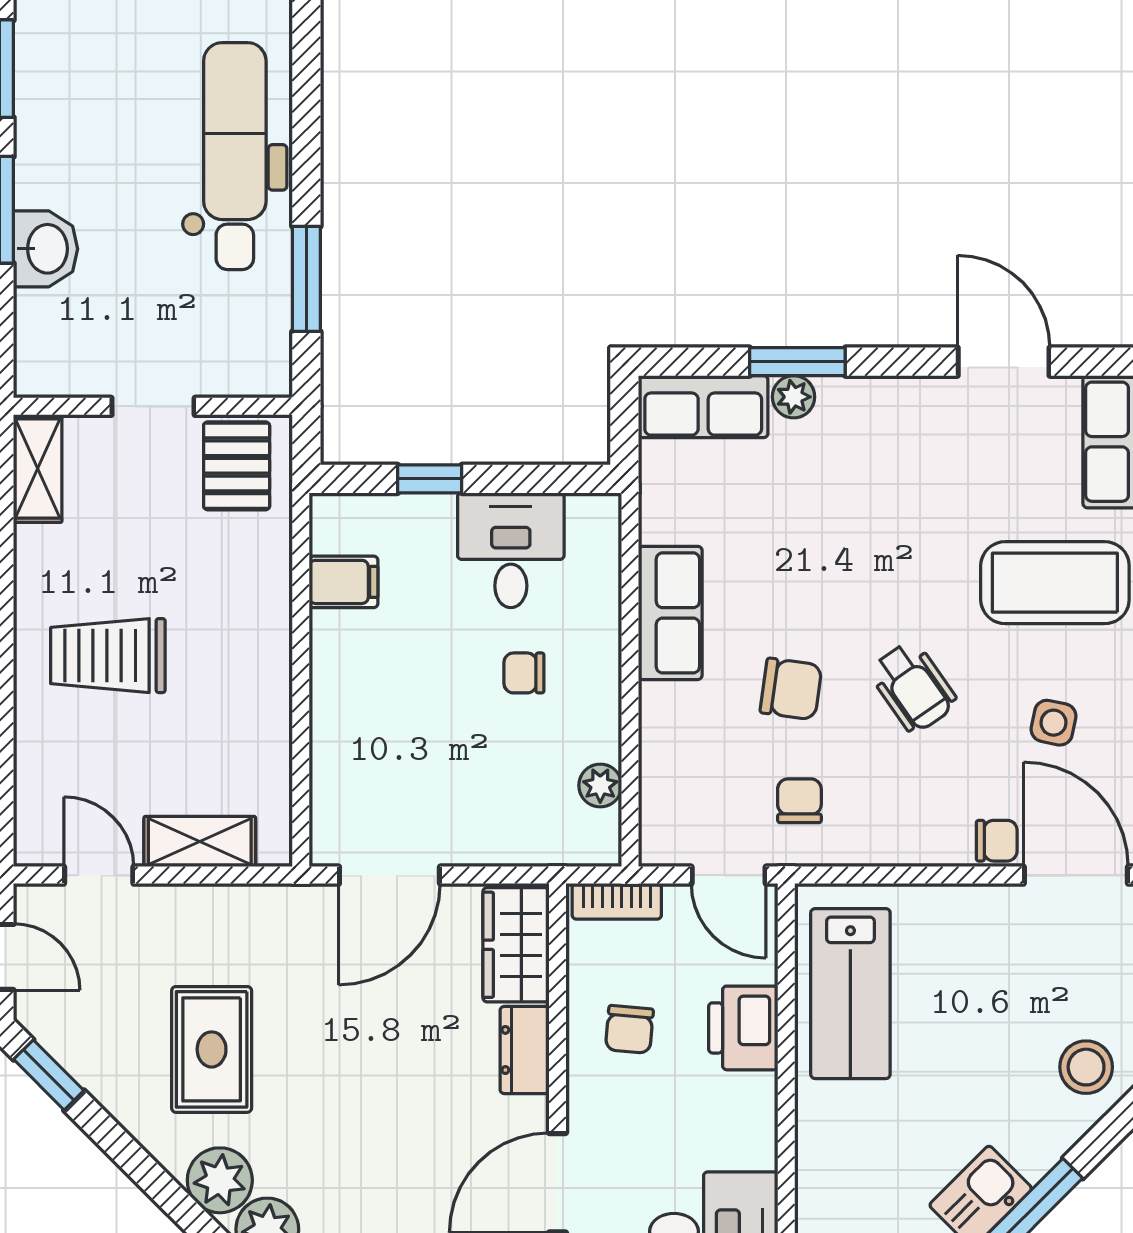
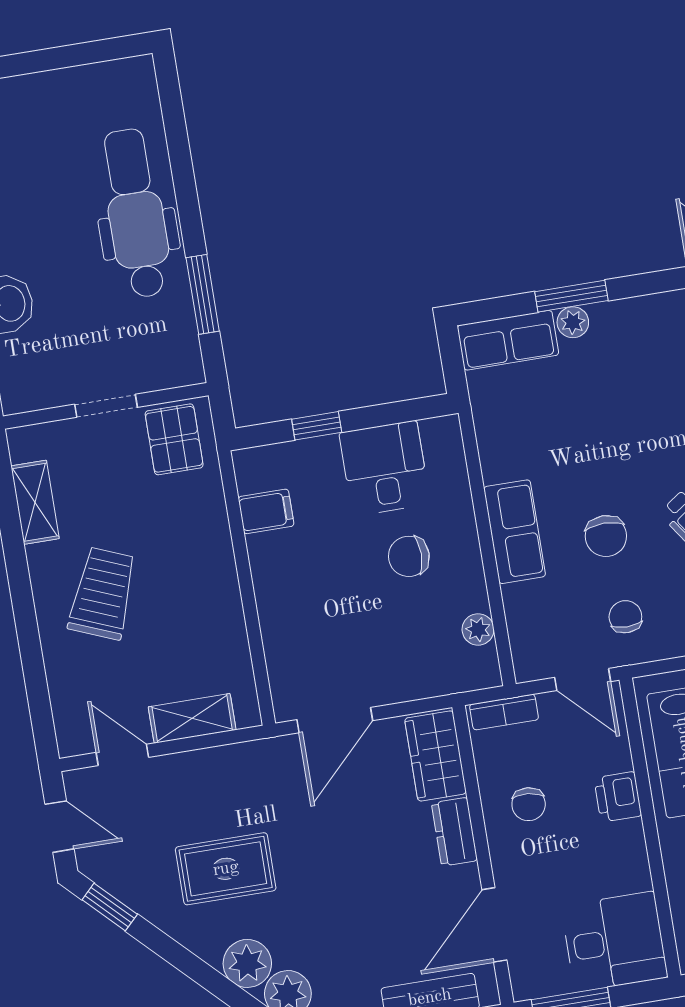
shelving: (38, 469) -> (35, 502), moved
row of seats: (670, 613) -> (515, 532), moved
trolley: (108, 656) -> (103, 593), turned 112
chair: (524, 673) -> (409, 556), width x1.37, depth x1.37
chair: (791, 689) -> (606, 536), turned 82
printer: (743, 1028) -> (618, 797), width x0.73, depth x0.81
rug: (212, 1049) -> (226, 869), turned 90

